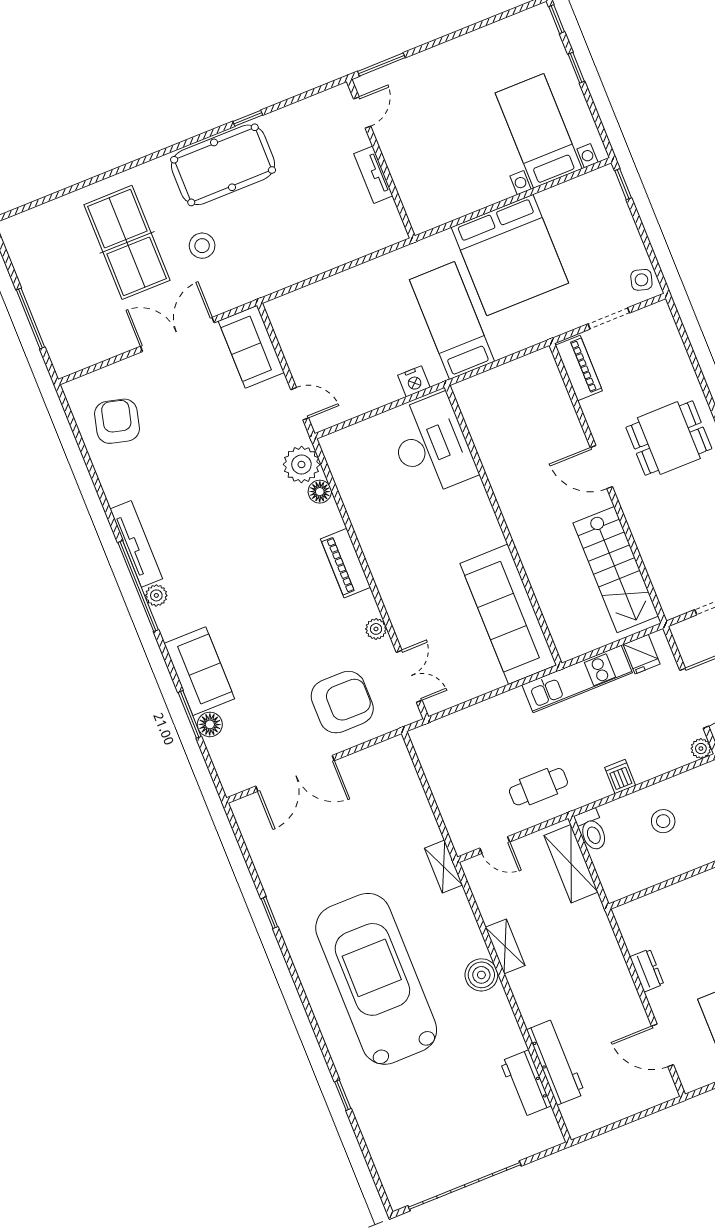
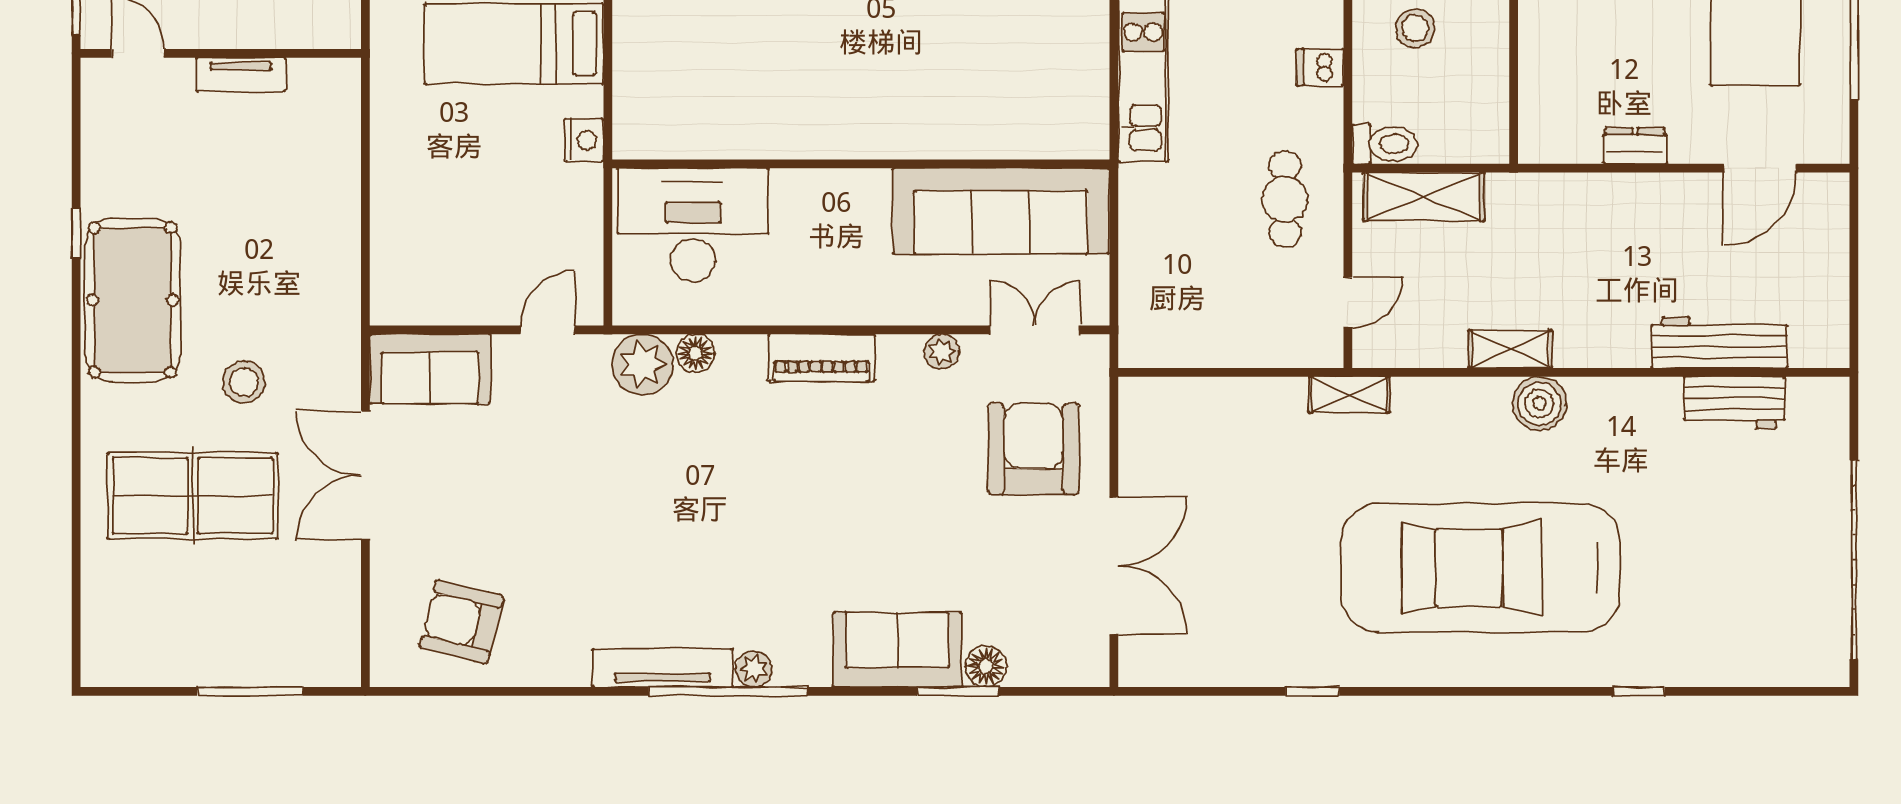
desk: (431, 445) -> (693, 225), moved
wall: (503, 525) -> (861, 164), moved
sofa: (508, 614) -> (1001, 211), moved

